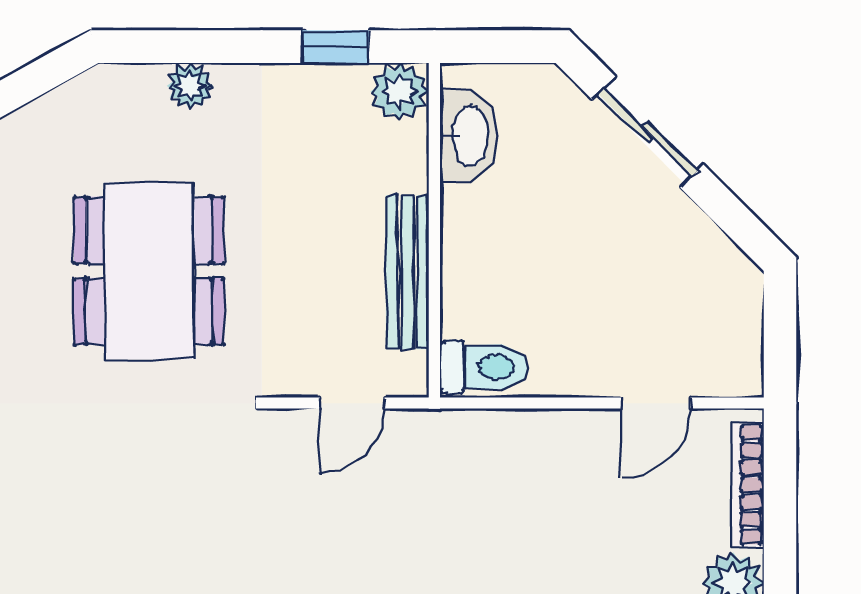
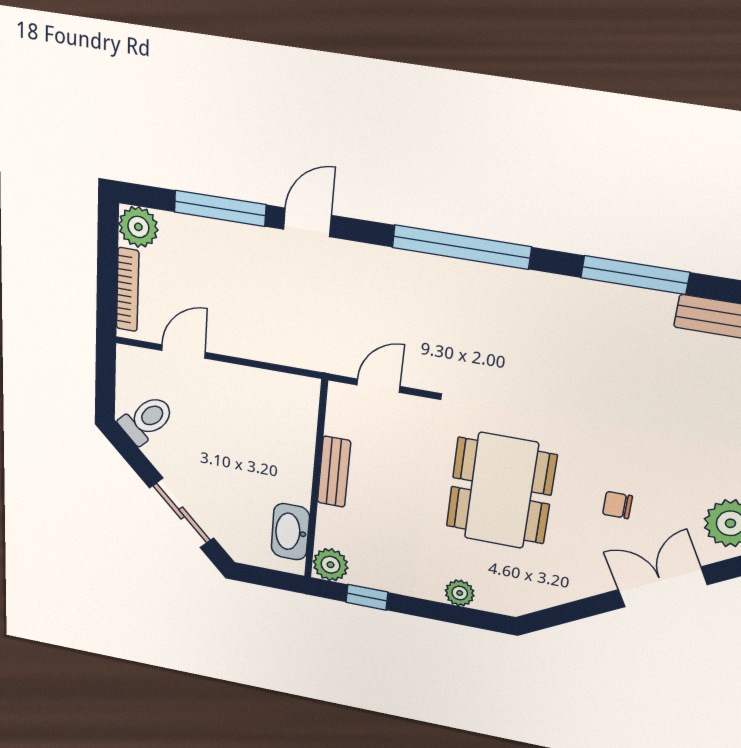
bench: (407, 272) -> (334, 472), width x0.73
toilet: (484, 367) -> (147, 420), moved, turned 135

